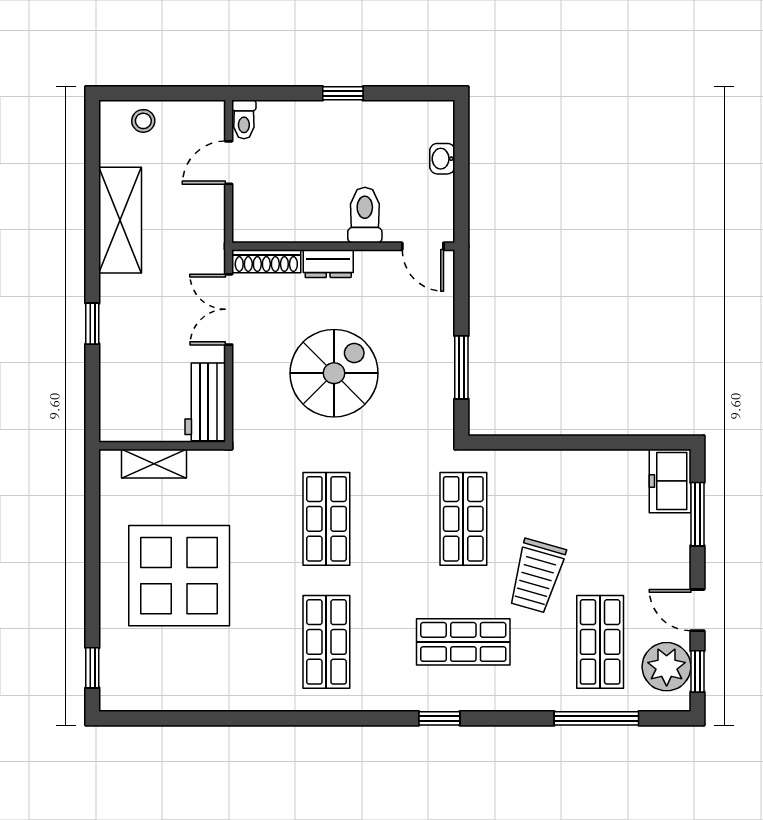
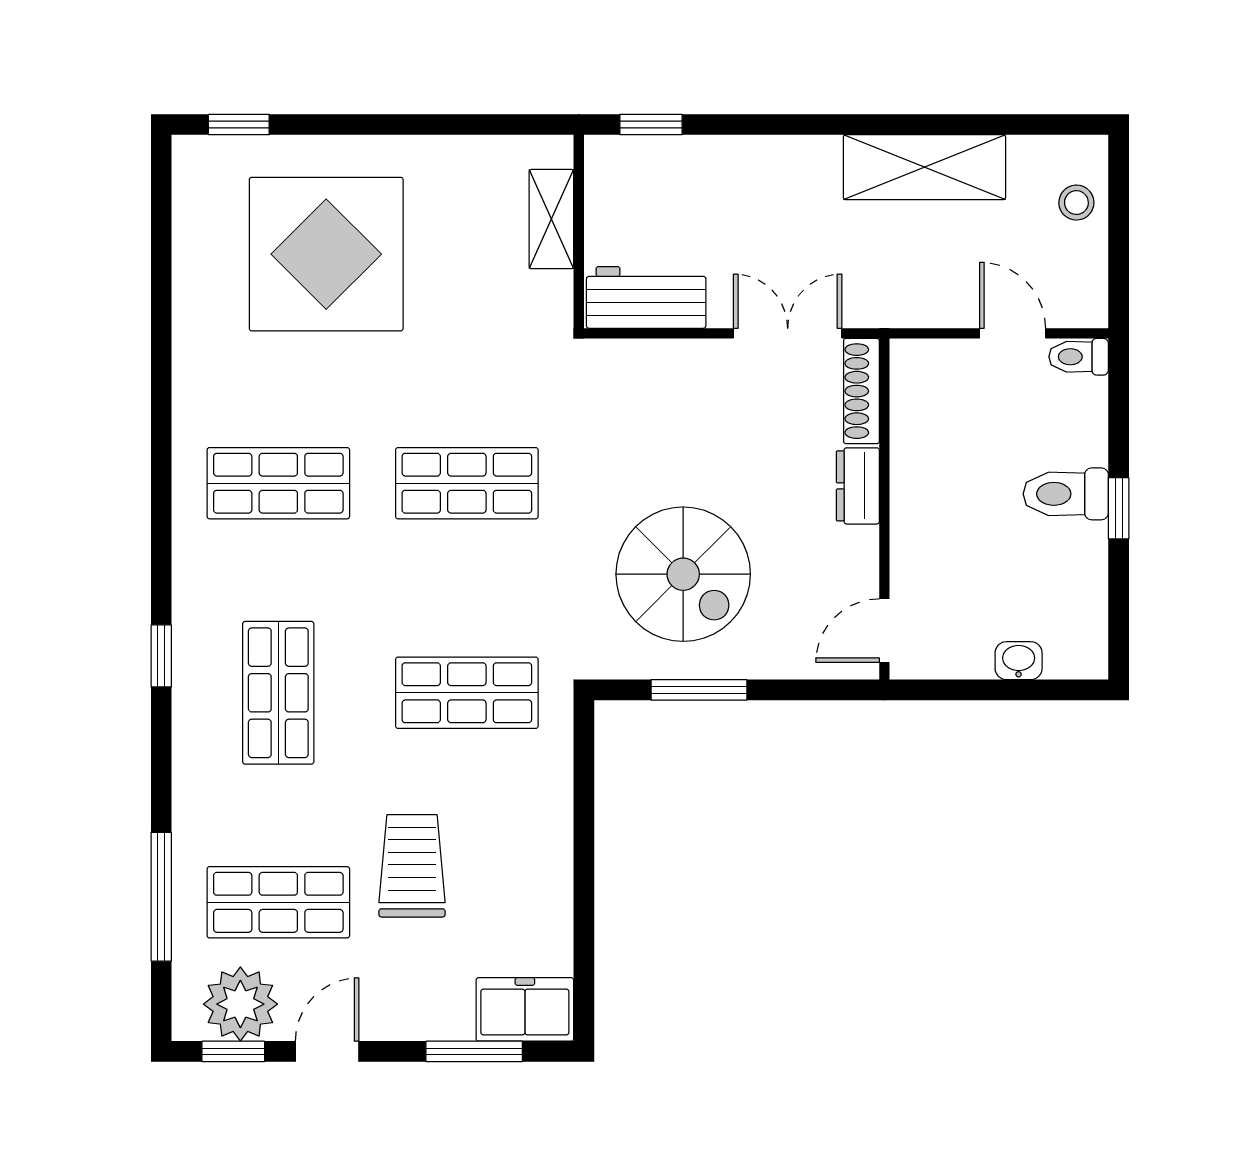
toilet: (365, 215) -> (1066, 494), moved, turned 180
window: (92, 324) -> (651, 125), moved
spiral stairs: (334, 373) -> (683, 574), moved
display table: (179, 576) -> (326, 254), moved
trolley: (537, 576) -> (412, 866), moved, turned 74

